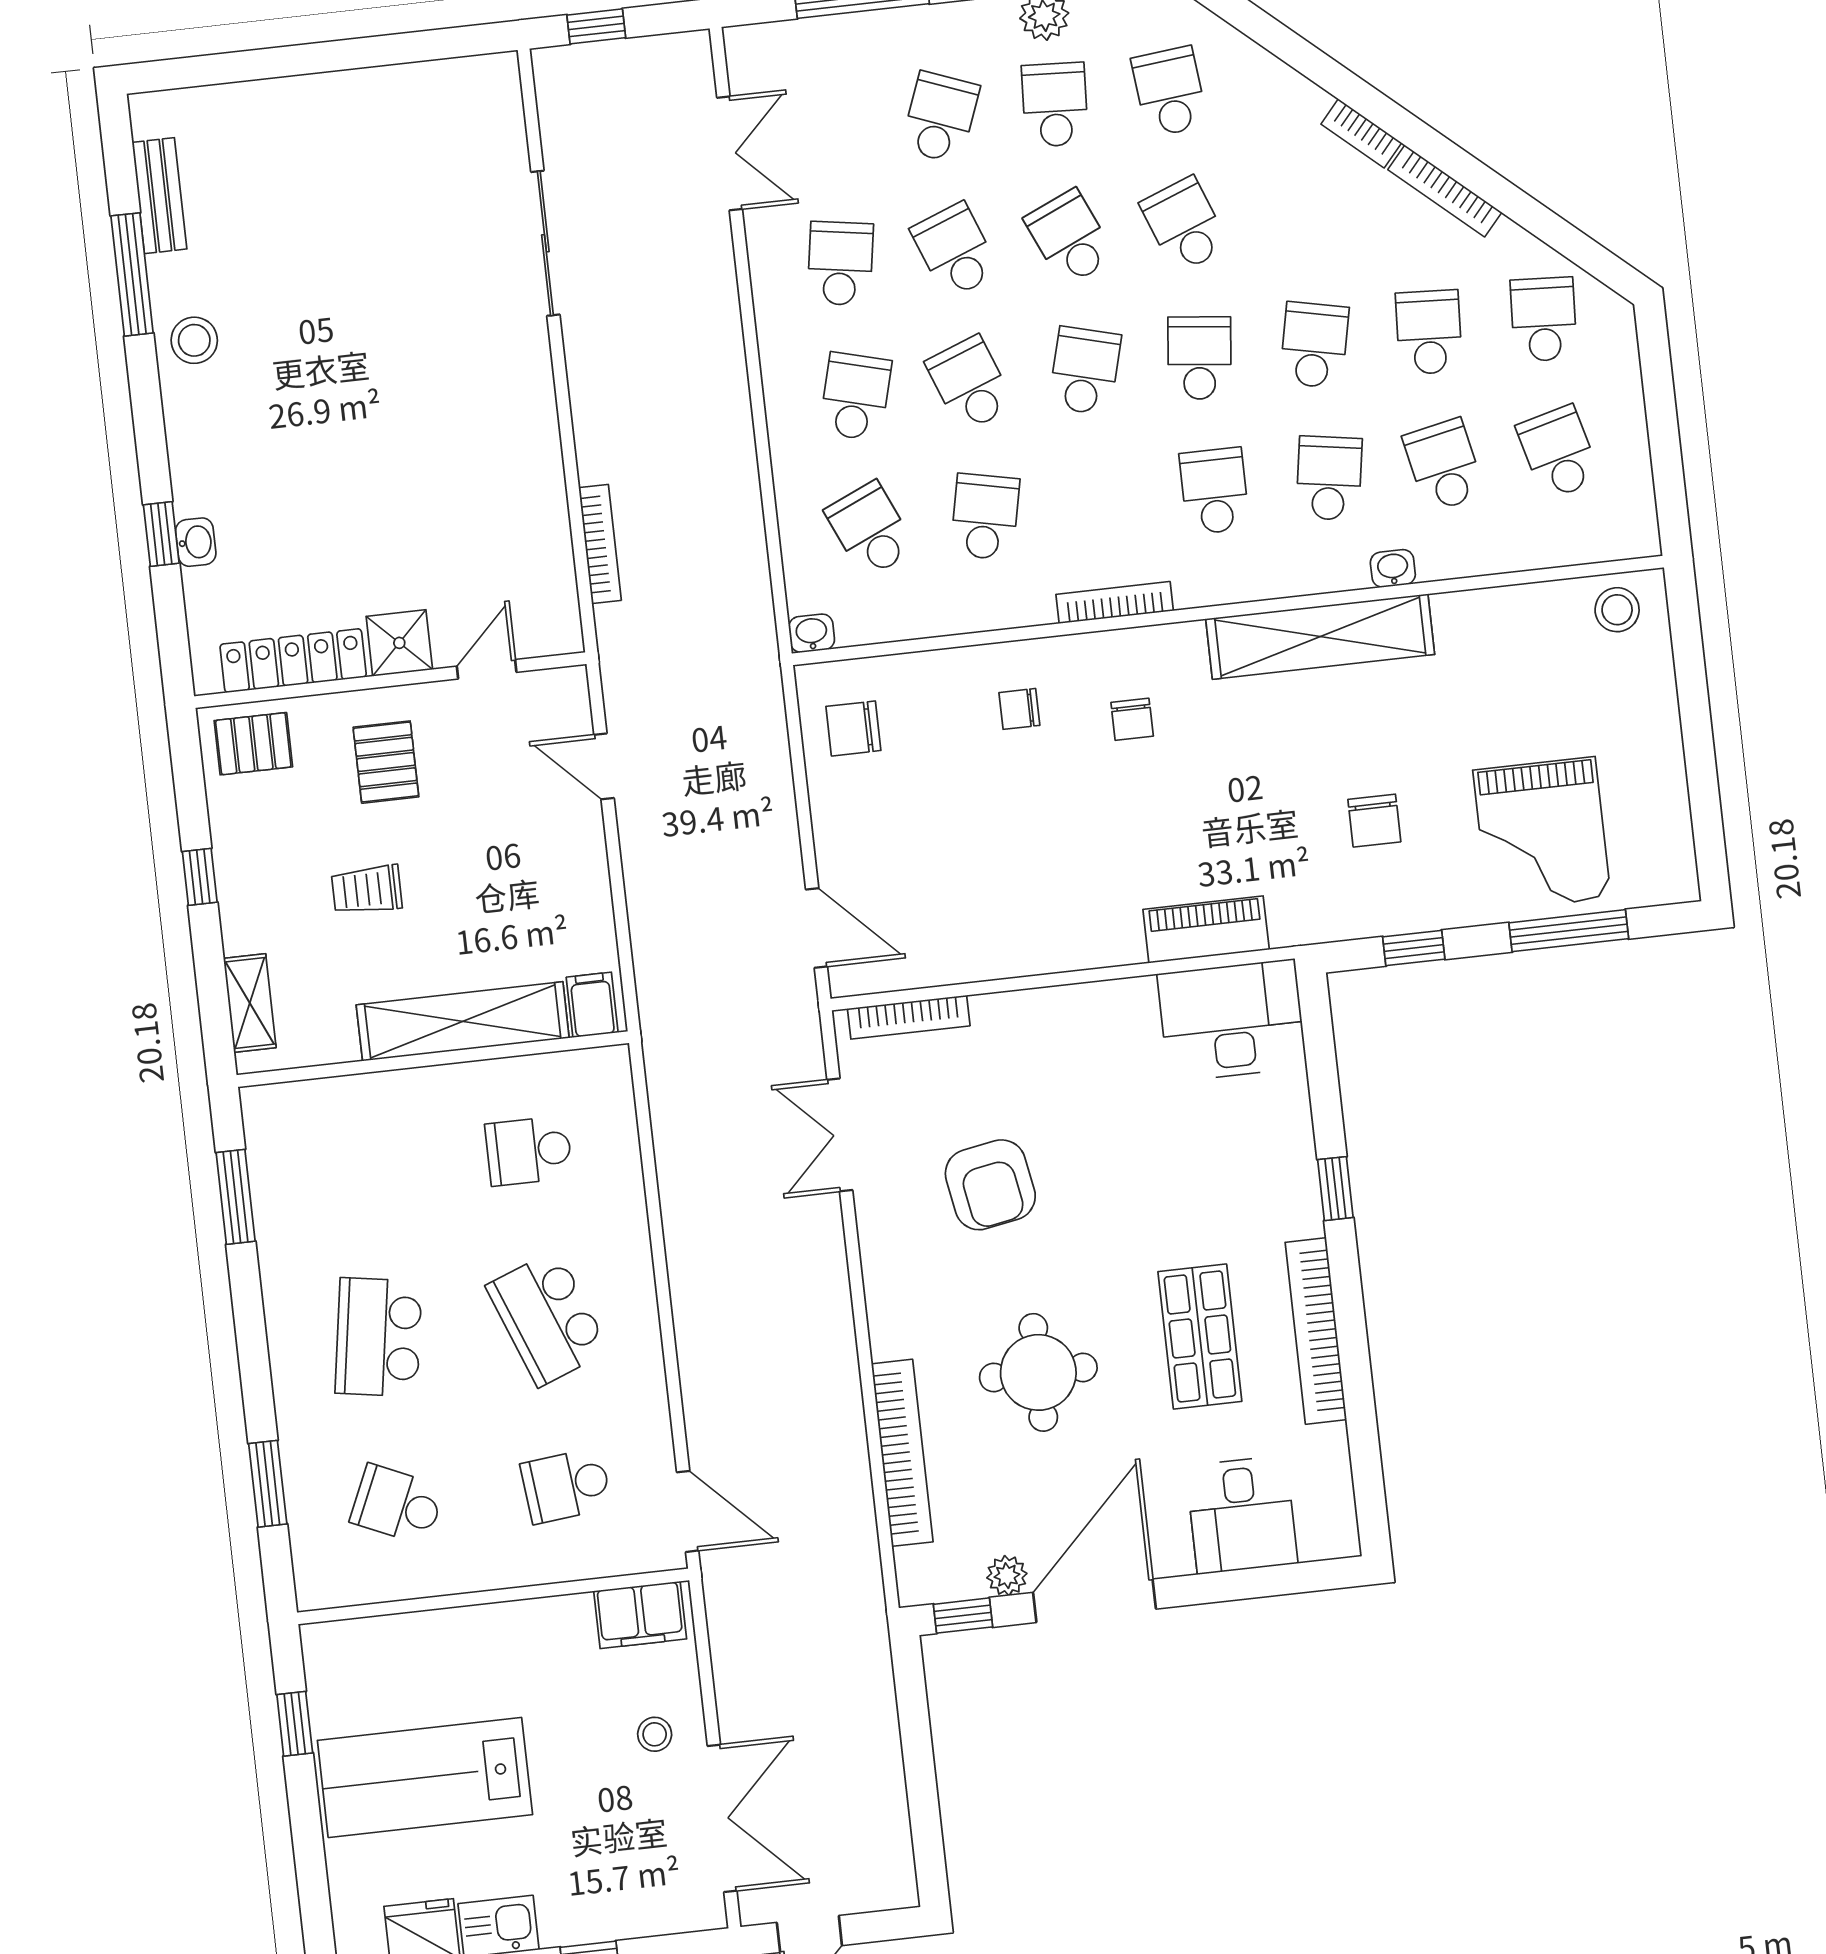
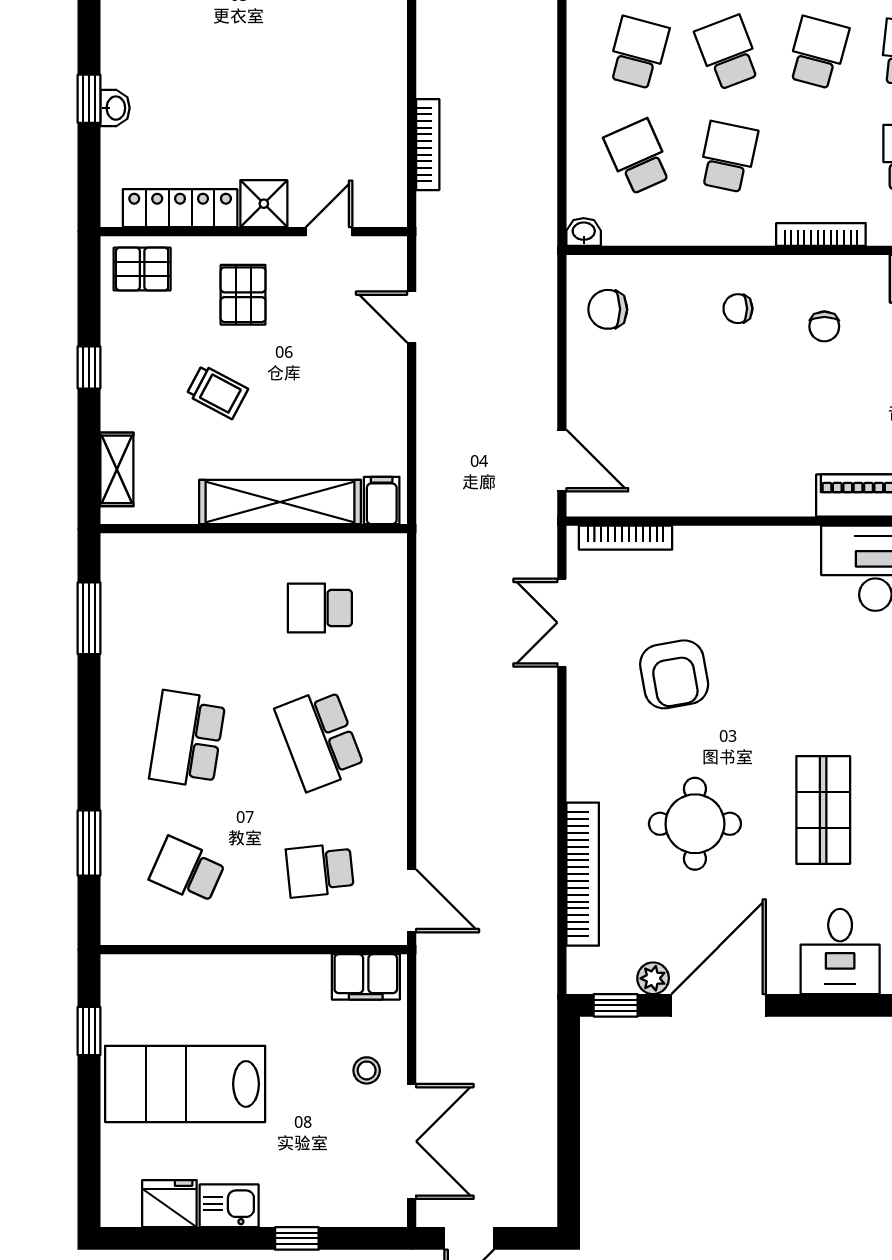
trolley: (367, 890) -> (217, 392), turned -152

